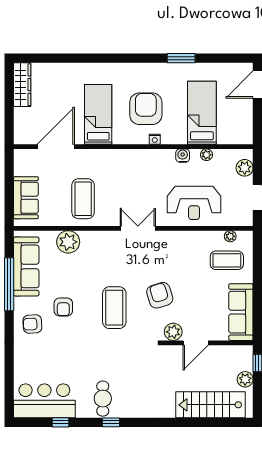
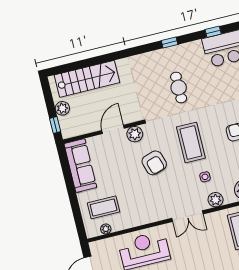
plant: (103, 239) -> (216, 200), added
side table: (108, 266) -> (205, 177), added
cafe table: (103, 399) -> (179, 87), moved

